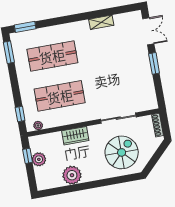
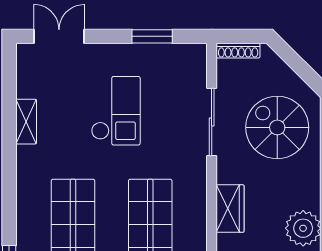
window: (154, 63) -> (152, 36), moved
checkout: (115, 68) -> (116, 111), added

